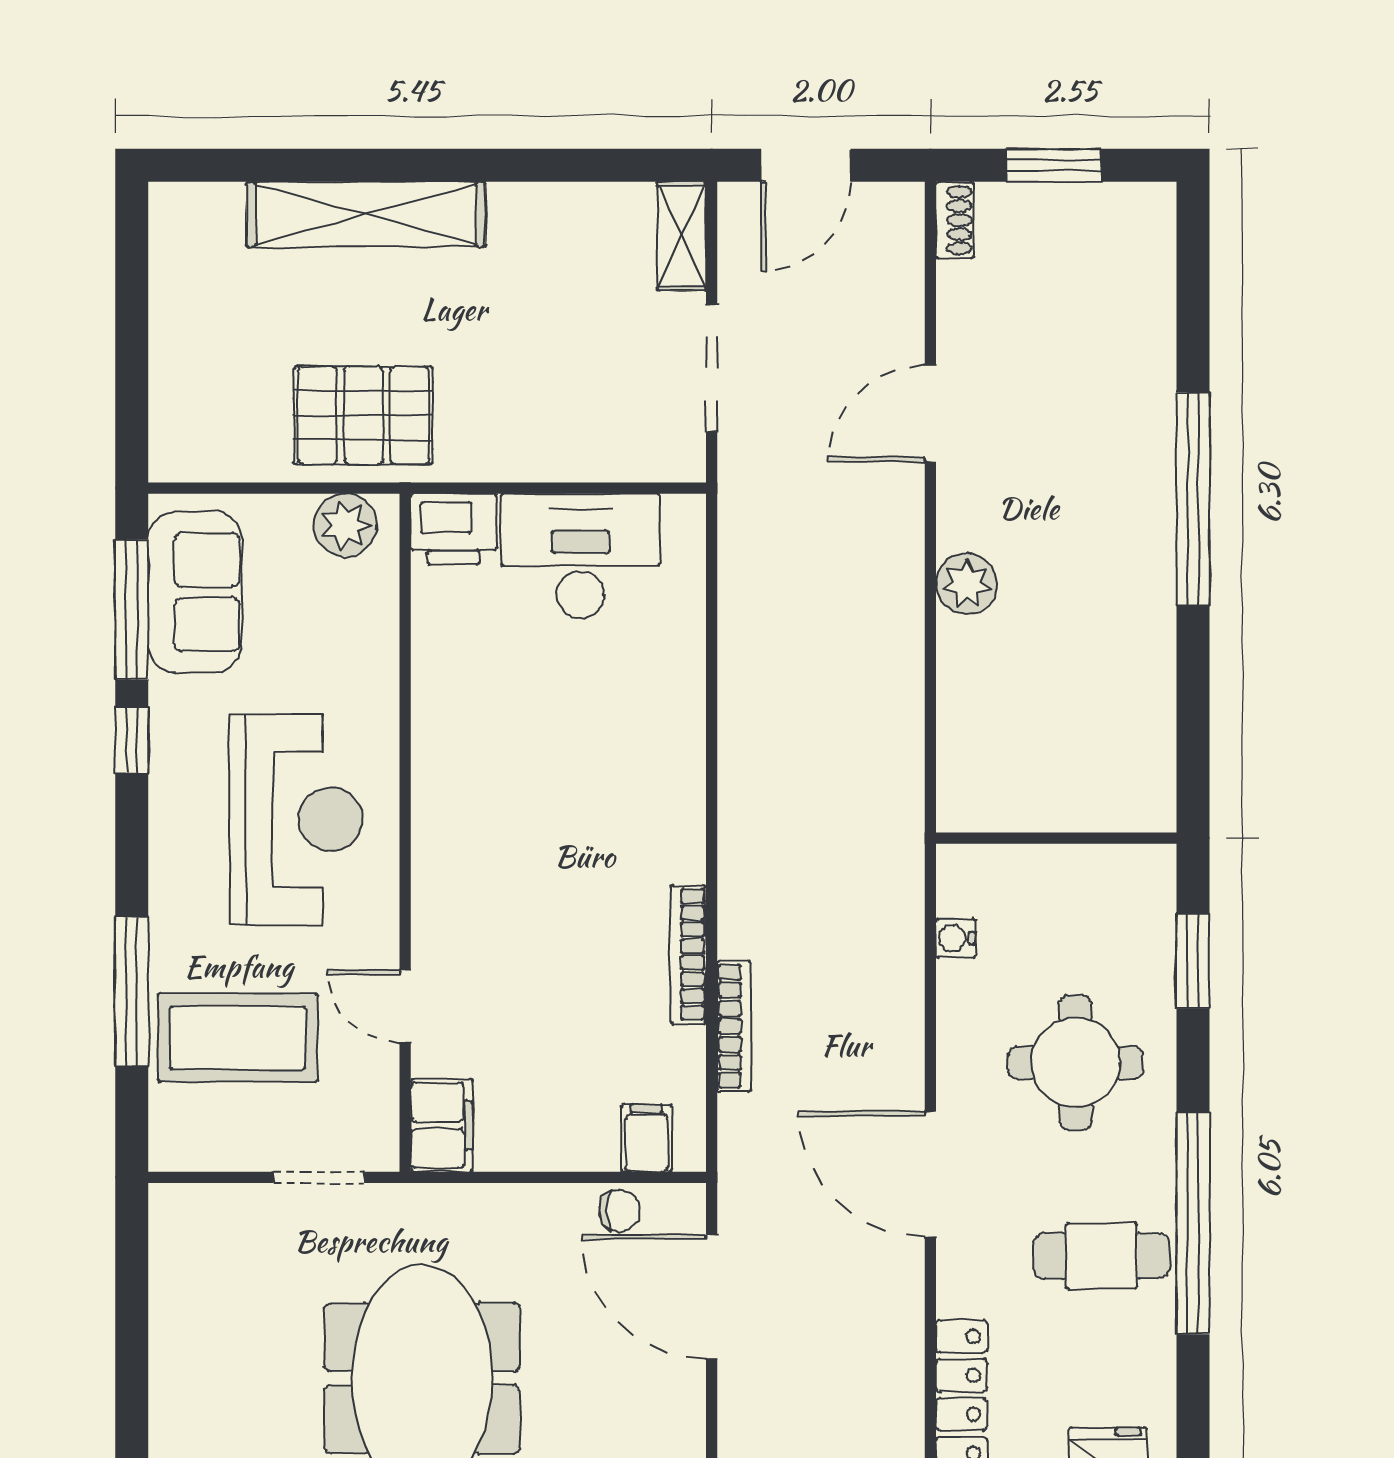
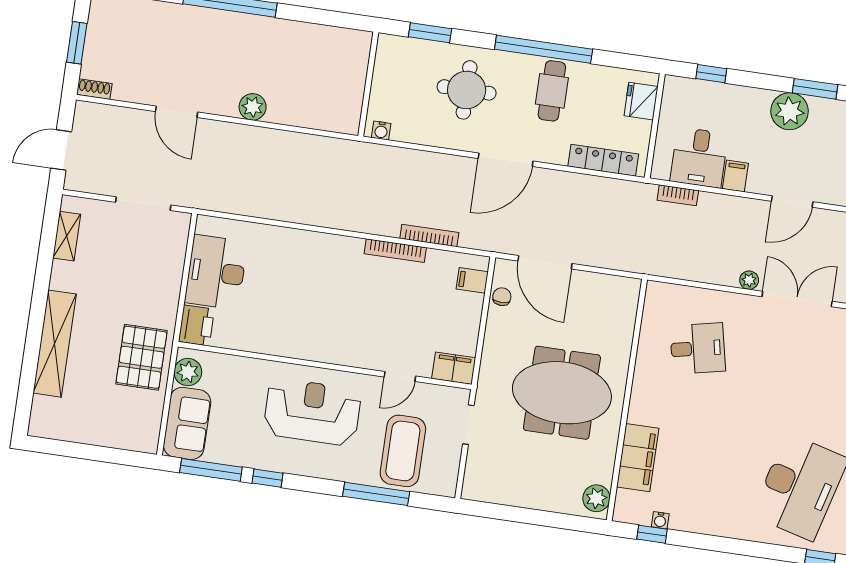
door: (806, 165) -> (61, 150), swing flipped
shelving: (682, 236) -> (67, 236), moved, turned 90
sofa: (195, 592) -> (187, 423), moved, turned 90
water cooler: (955, 938) -> (381, 131), moved
door: (712, 1297) -> (545, 262), hinge flipped

